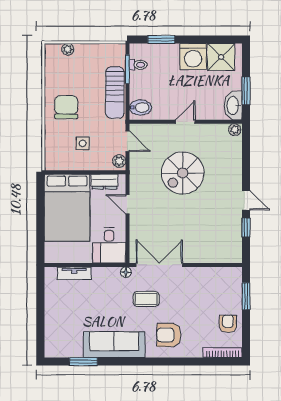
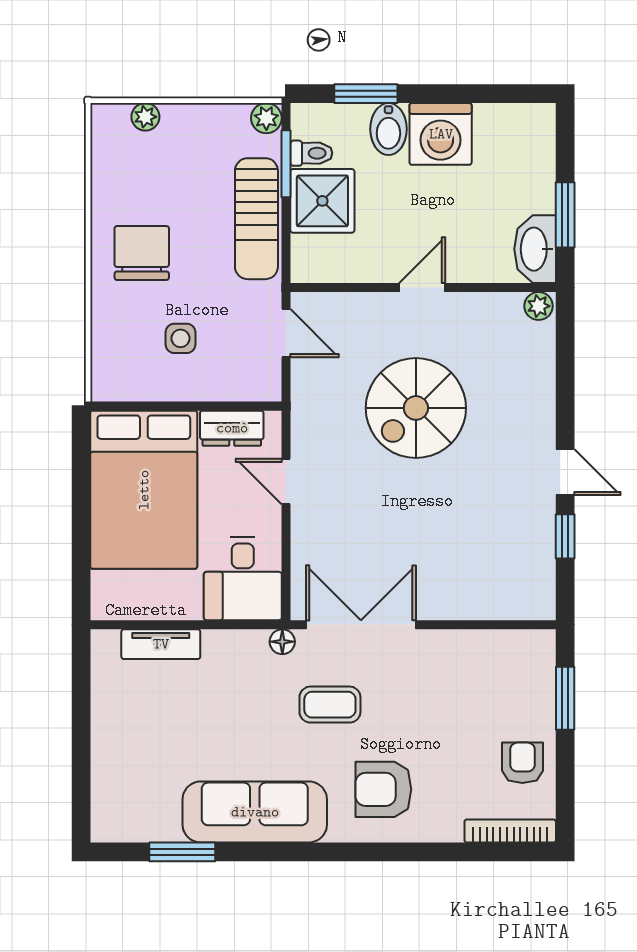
shower: (221, 57) -> (322, 201), moved
bidet: (140, 108) -> (388, 129), moved, turned 90
plant: (119, 161) -> (266, 118), moved

